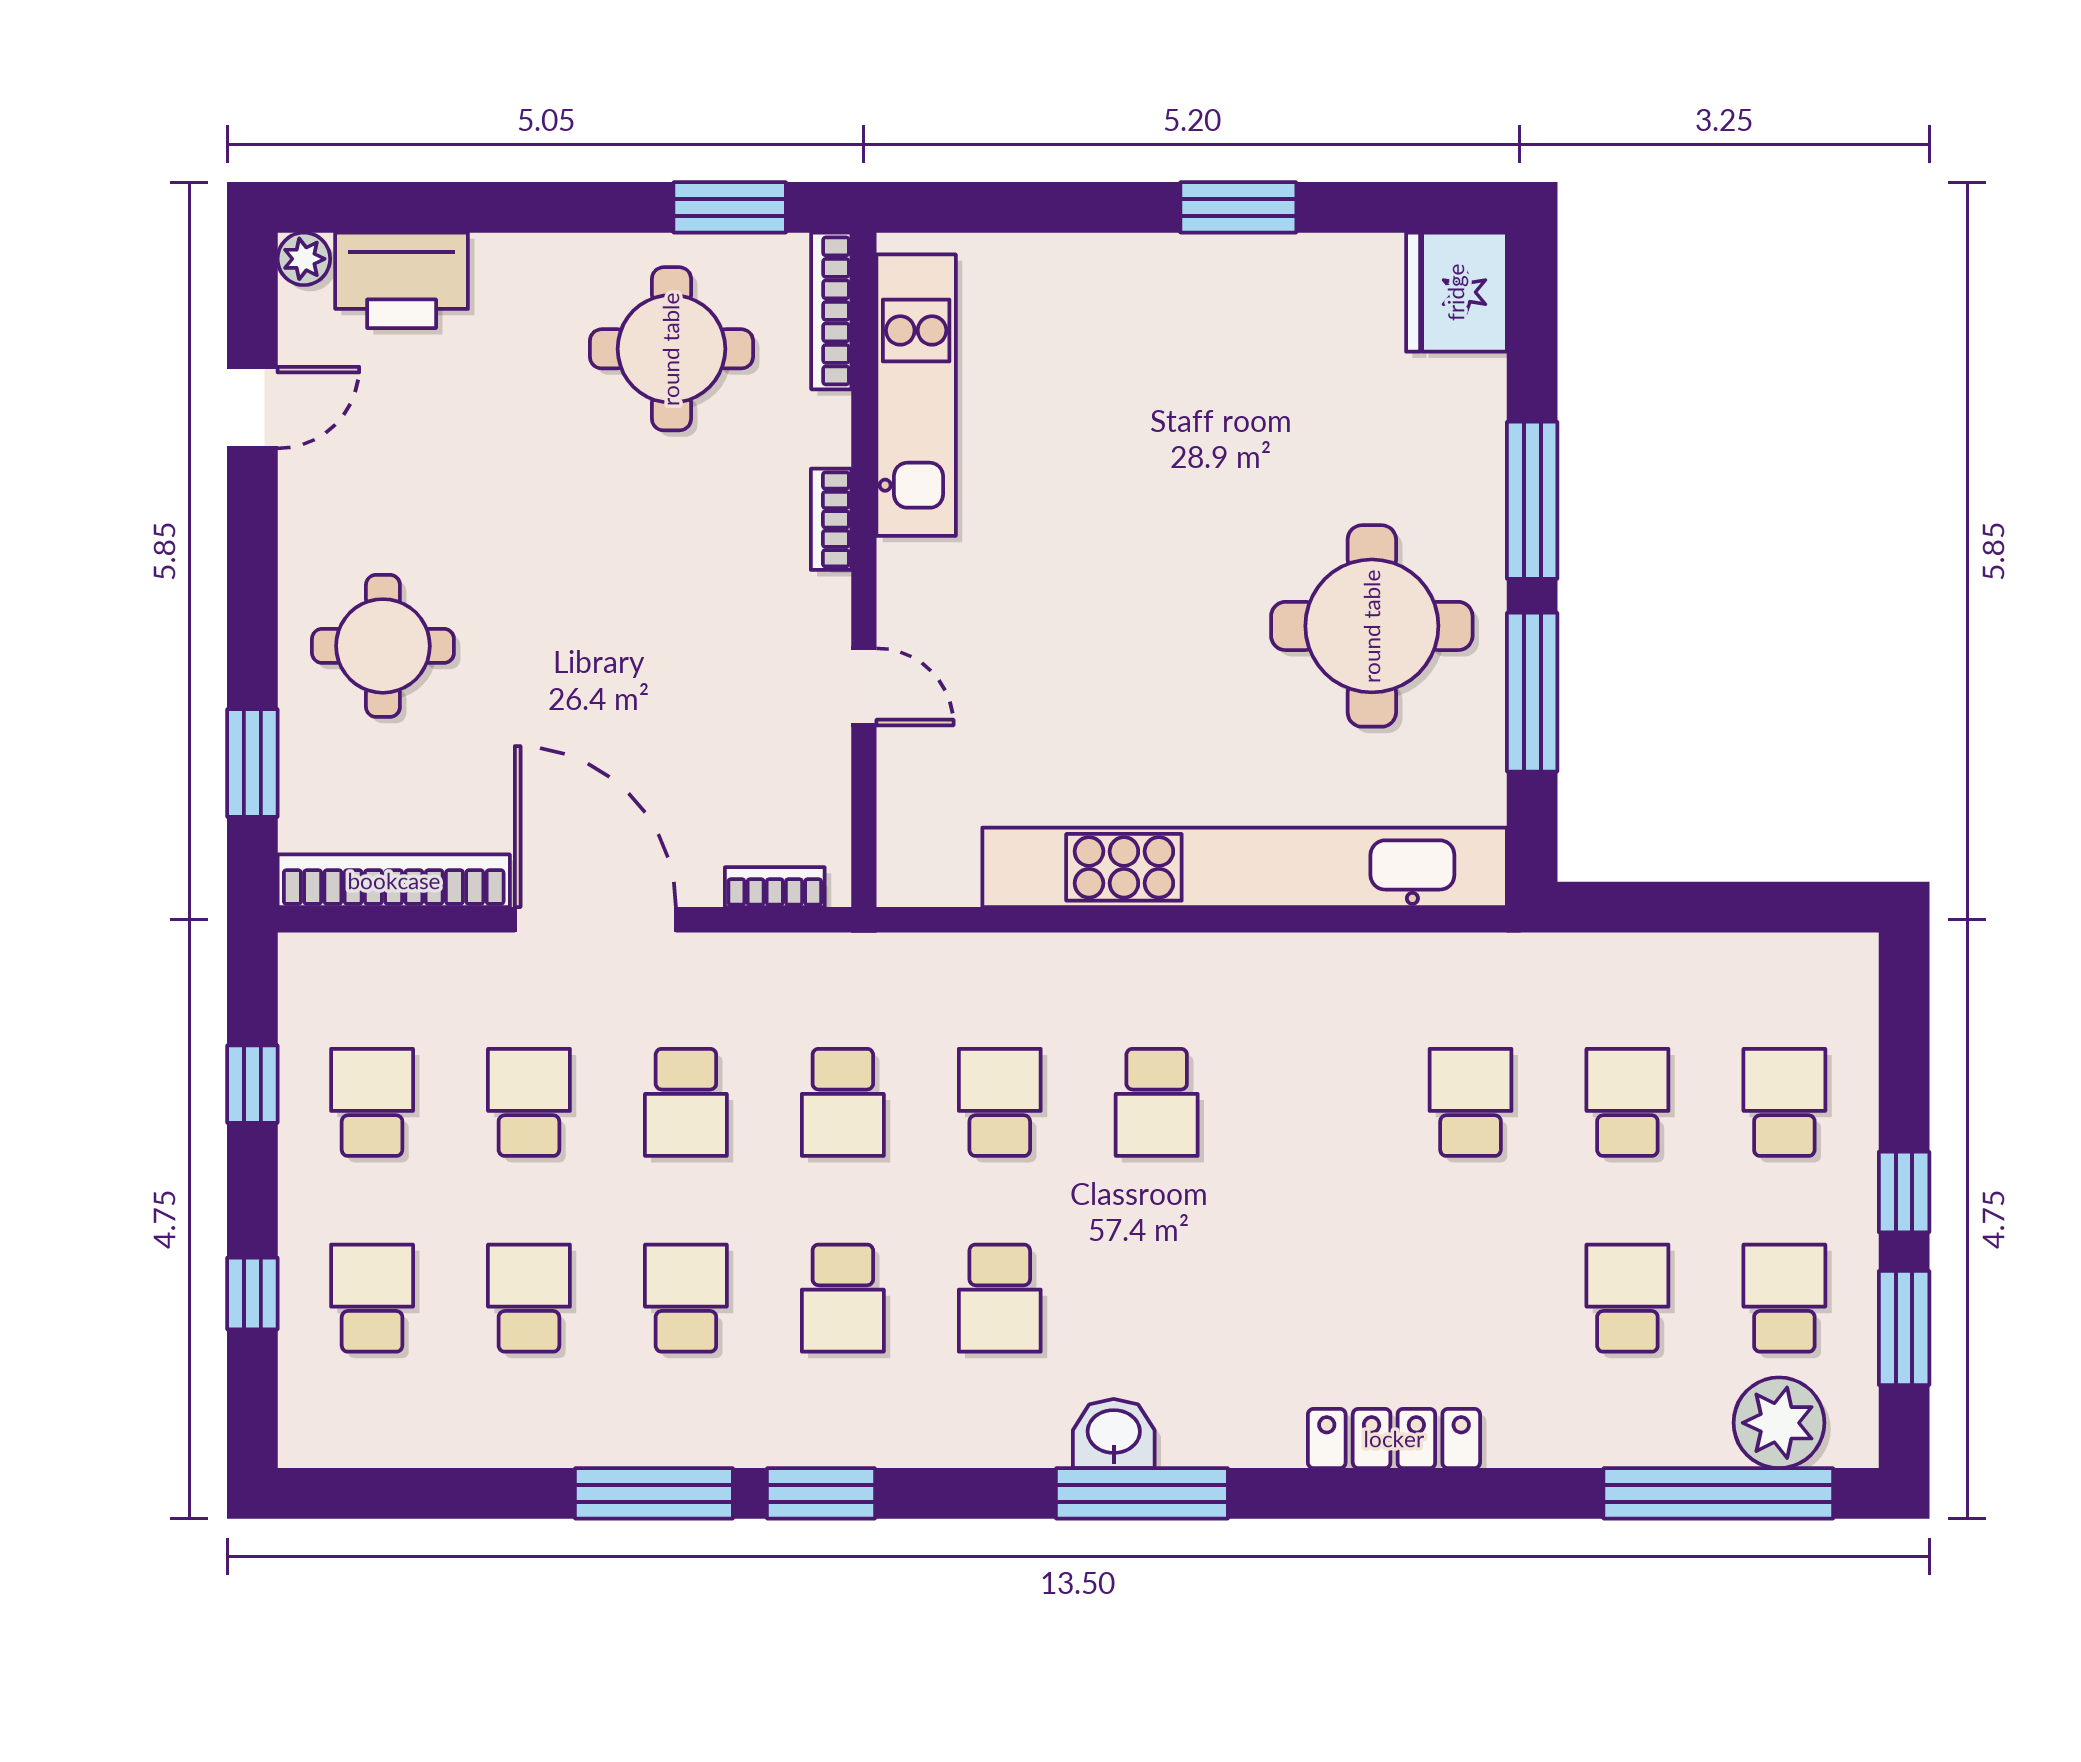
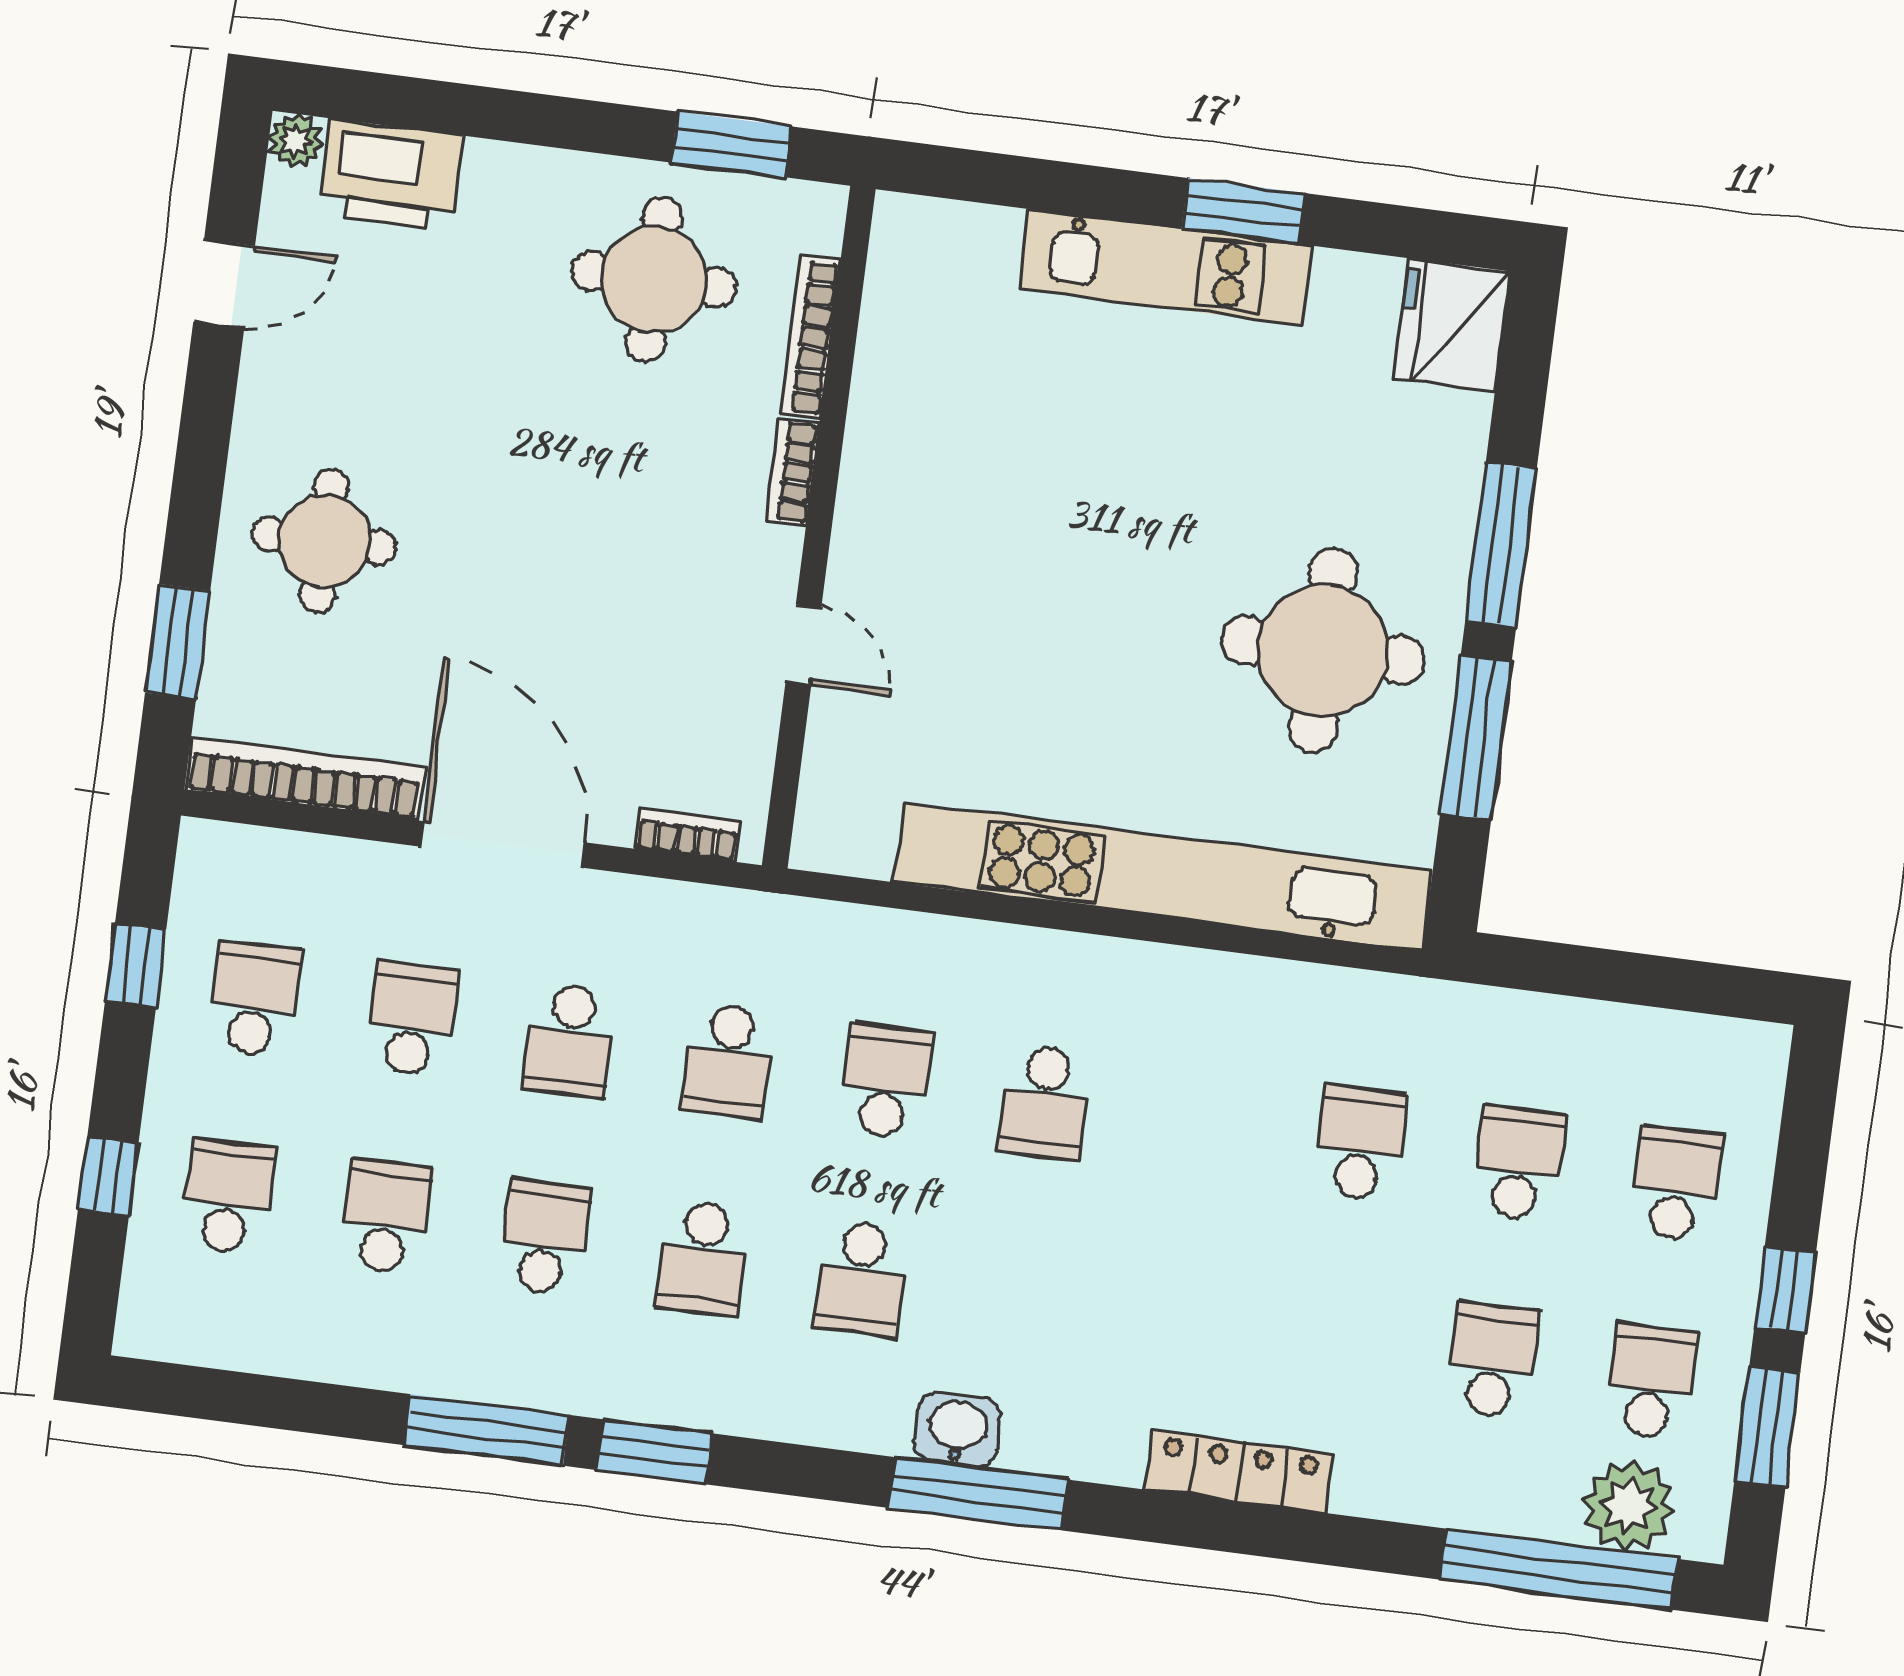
bookcase: (831, 311) -> (810, 337), moved
kitchen unit: (916, 395) -> (1165, 267), moved, turned 90

